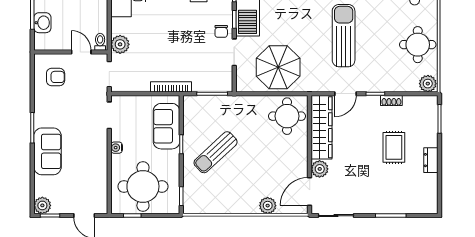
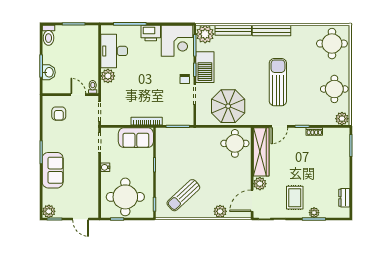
plant: (120, 44) -> (108, 76), moved
armchair: (56, 77) -> (59, 114), turned 90
sofa: (167, 126) -> (136, 138), moved, turned -90
rug: (394, 147) -> (295, 198), moved
sun lounger: (216, 152) -> (183, 195), moved
dresser: (431, 160) -> (344, 198), moved
plant: (391, 207) -> (314, 213), added

